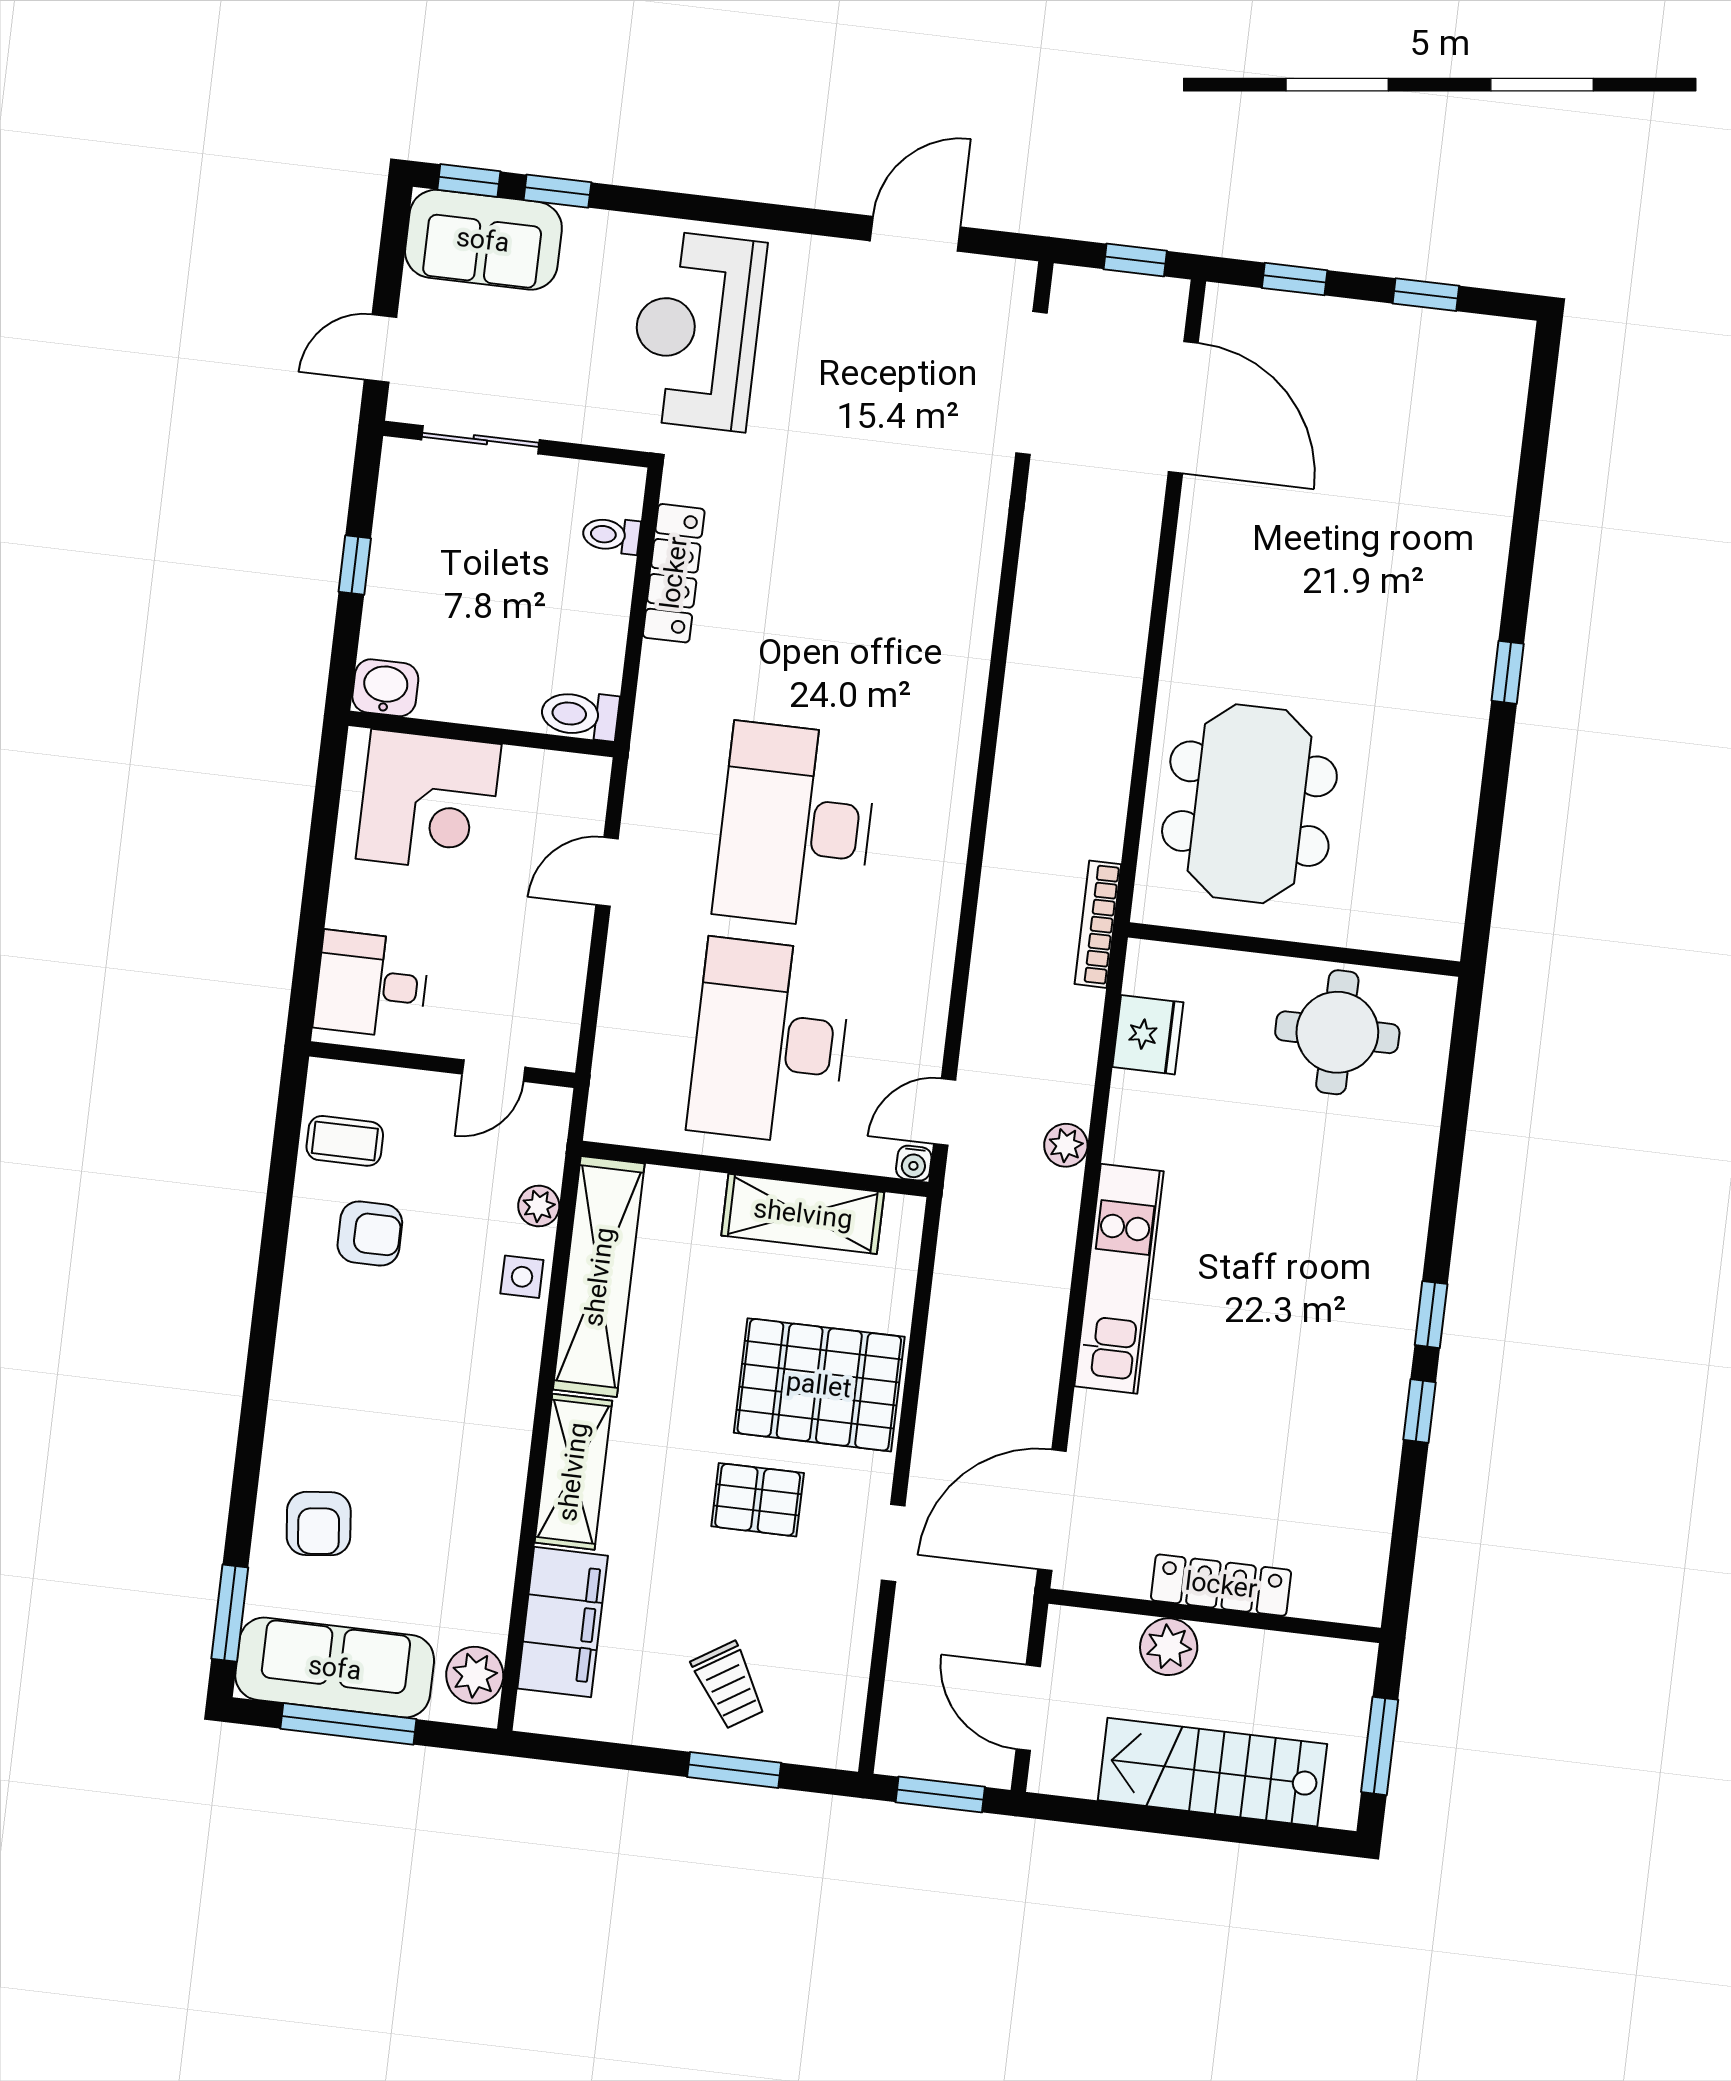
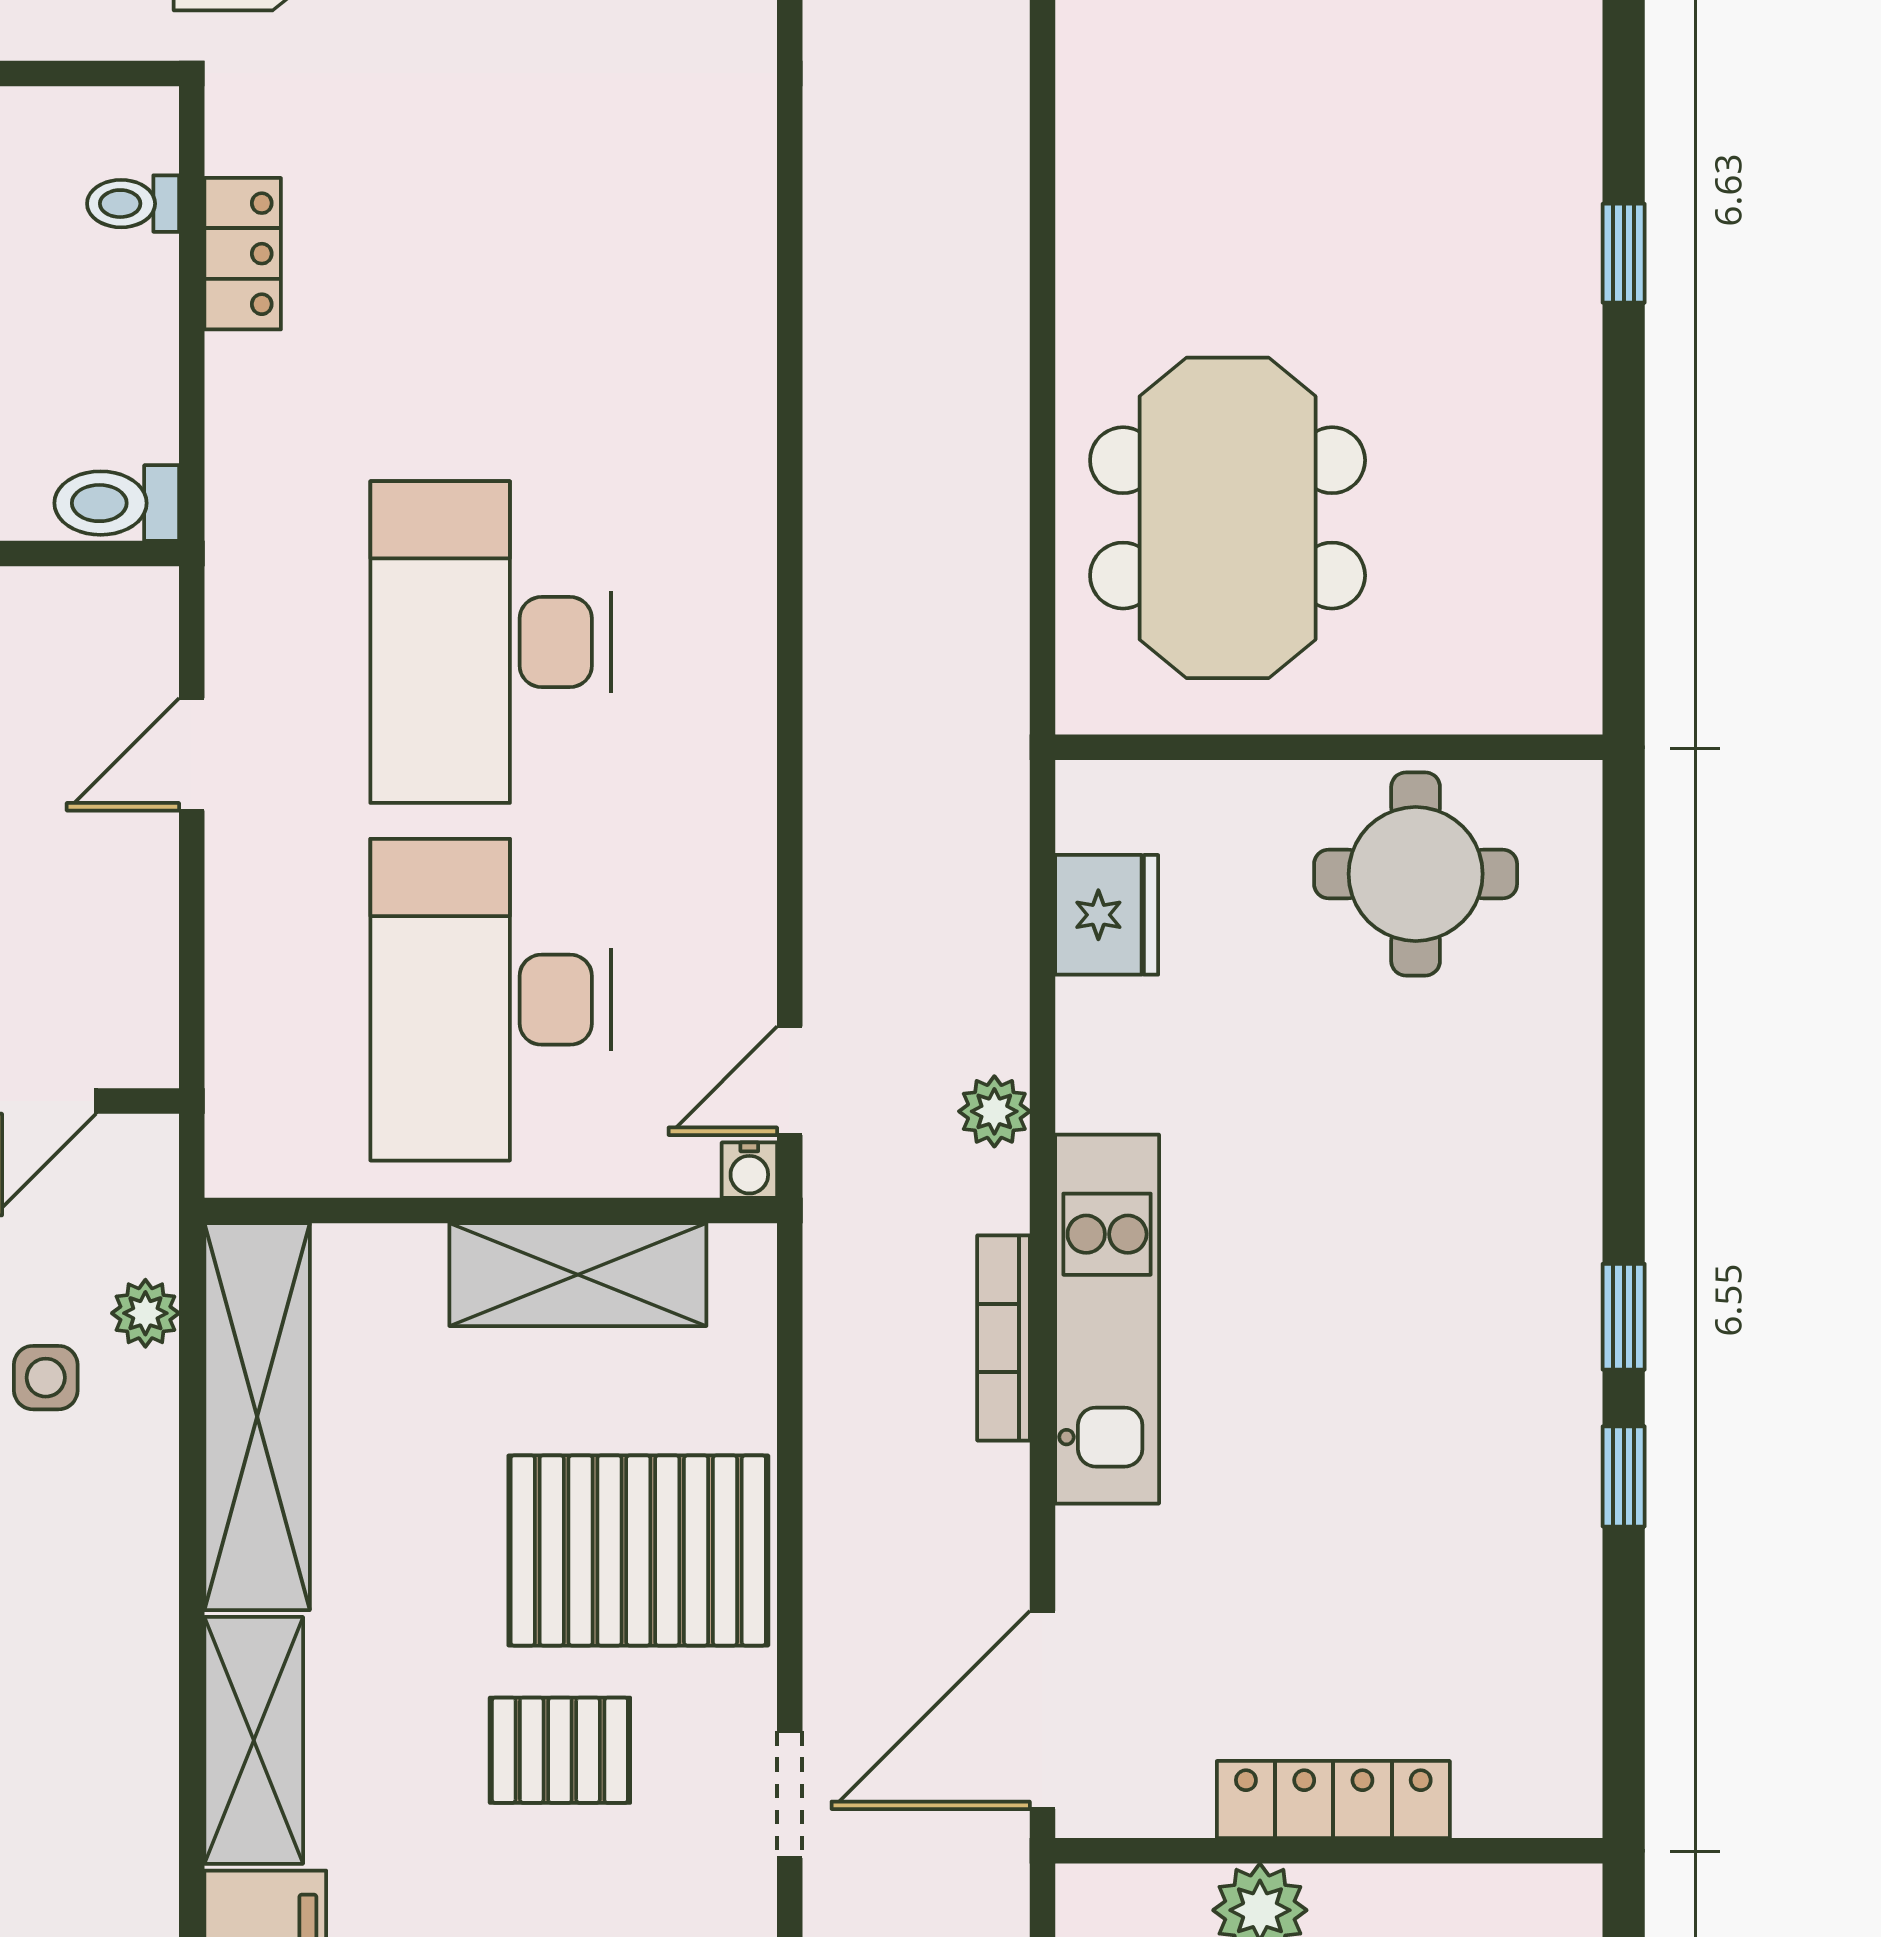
locker: (674, 573) -> (243, 254), width x0.66
bookcase: (1098, 924) -> (1004, 1338), moved
side table: (522, 1277) -> (46, 1378), moved

